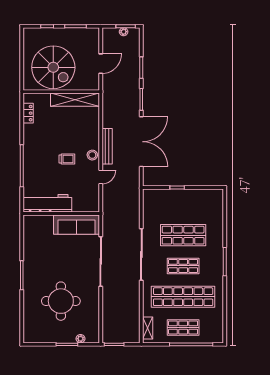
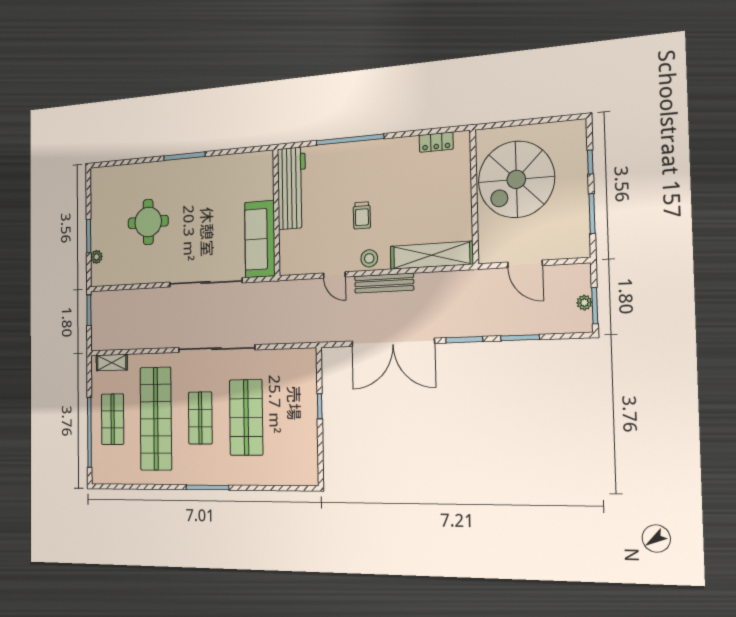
shelving: (75, 100) -> (431, 255), moved, turned 90
round table: (61, 301) -> (148, 222), width x0.73, depth x0.73

